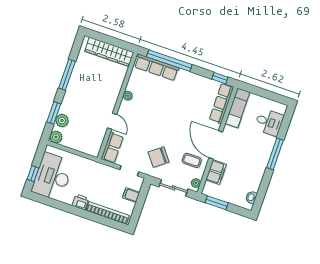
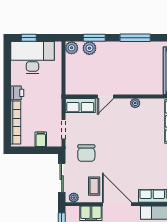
door: (216, 145) -> (117, 204), hinge flipped
chair: (159, 157) -> (86, 153), turned -142

